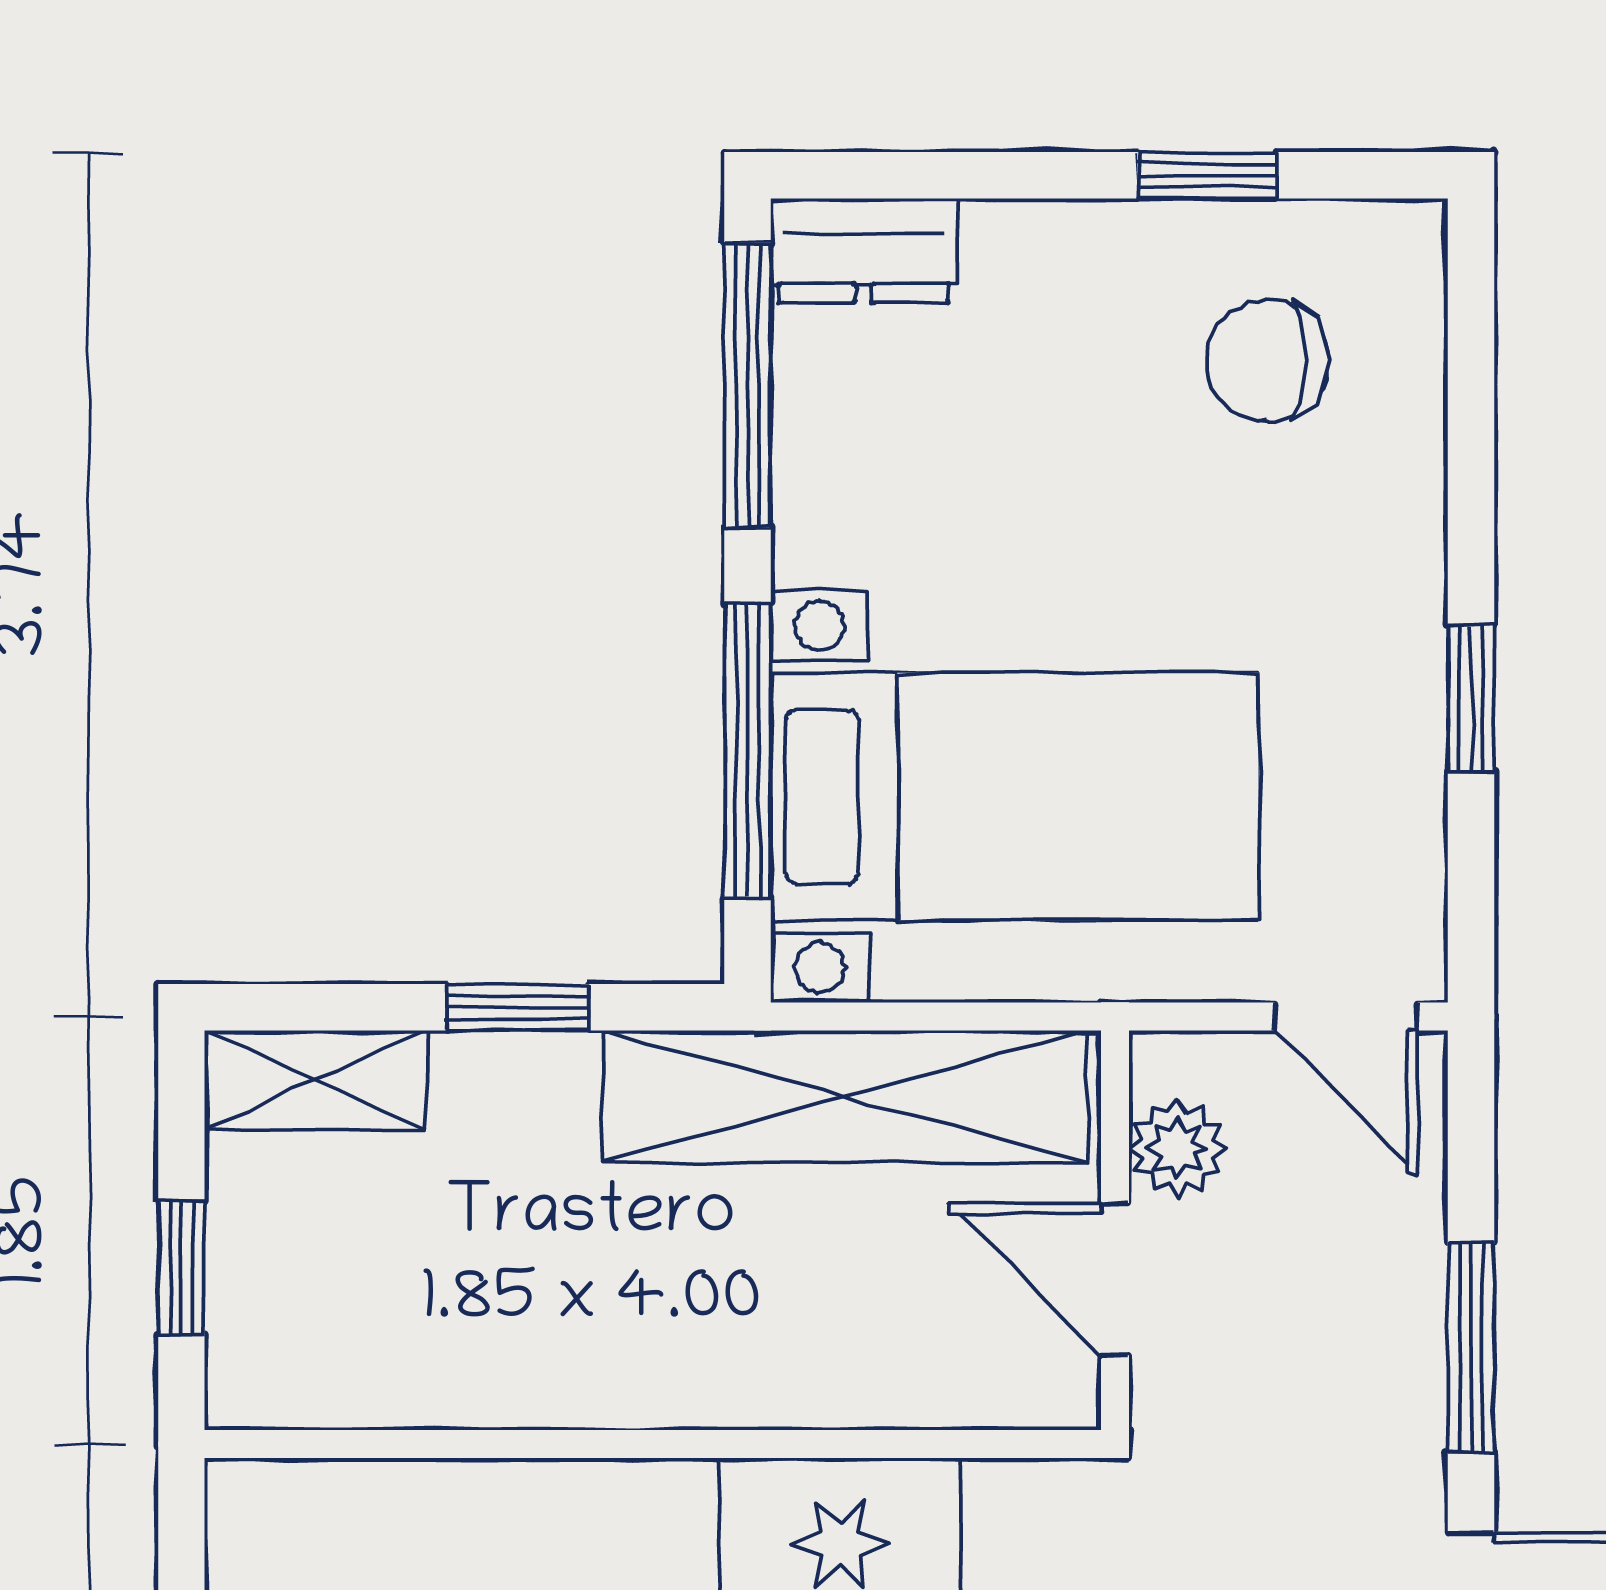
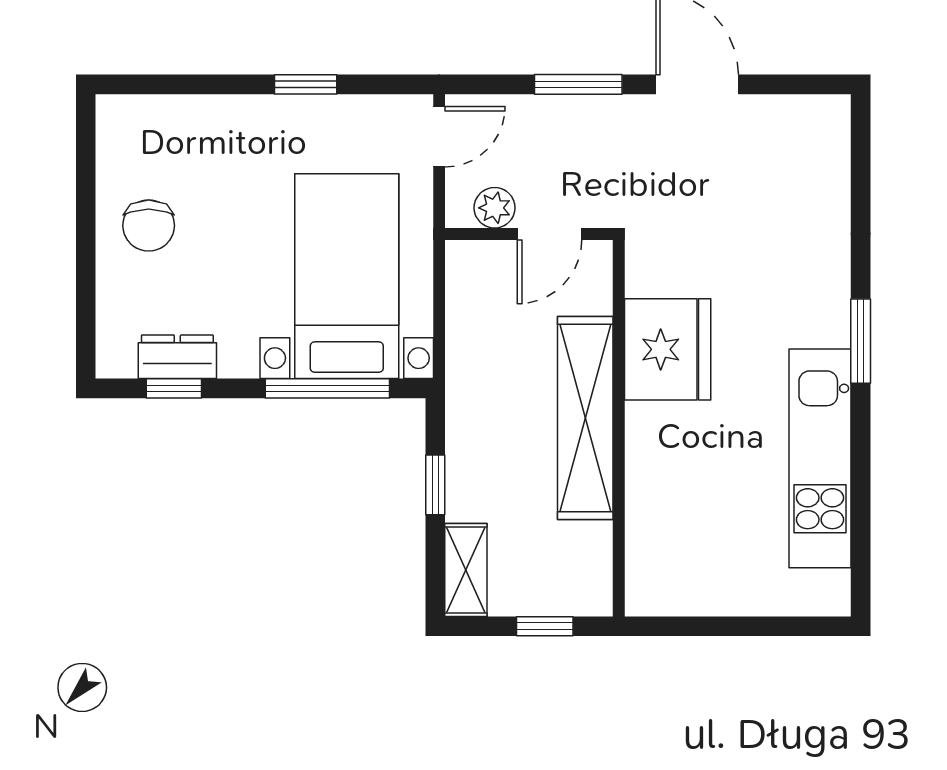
window: (1207, 175) -> (86, 195), removed
dresser: (863, 251) -> (177, 357), moved, turned -90
chair: (1267, 361) -> (149, 226), moved
window: (748, 385) -> (174, 388), width x0.46
shelving: (845, 1096) -> (585, 418), moved

